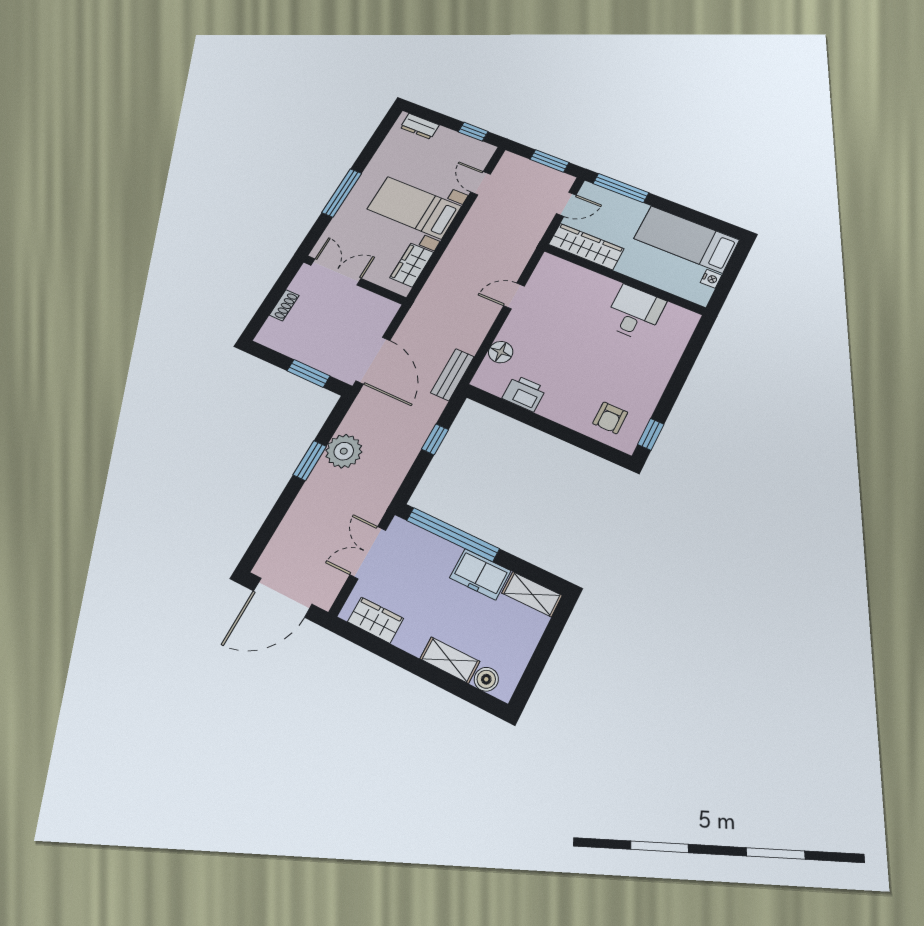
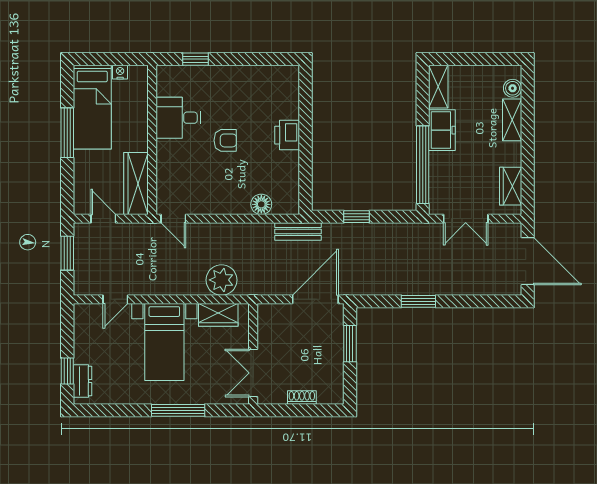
window: (473, 132) -> (67, 371), moved
window: (621, 188) -> (67, 133), moved
door: (514, 296) -> (173, 219), moved
printer: (524, 393) -> (287, 135), moved
armchair: (610, 418) -> (225, 140), moved
window: (651, 434) -> (195, 59), moved
plant: (344, 451) -> (222, 280), moved

